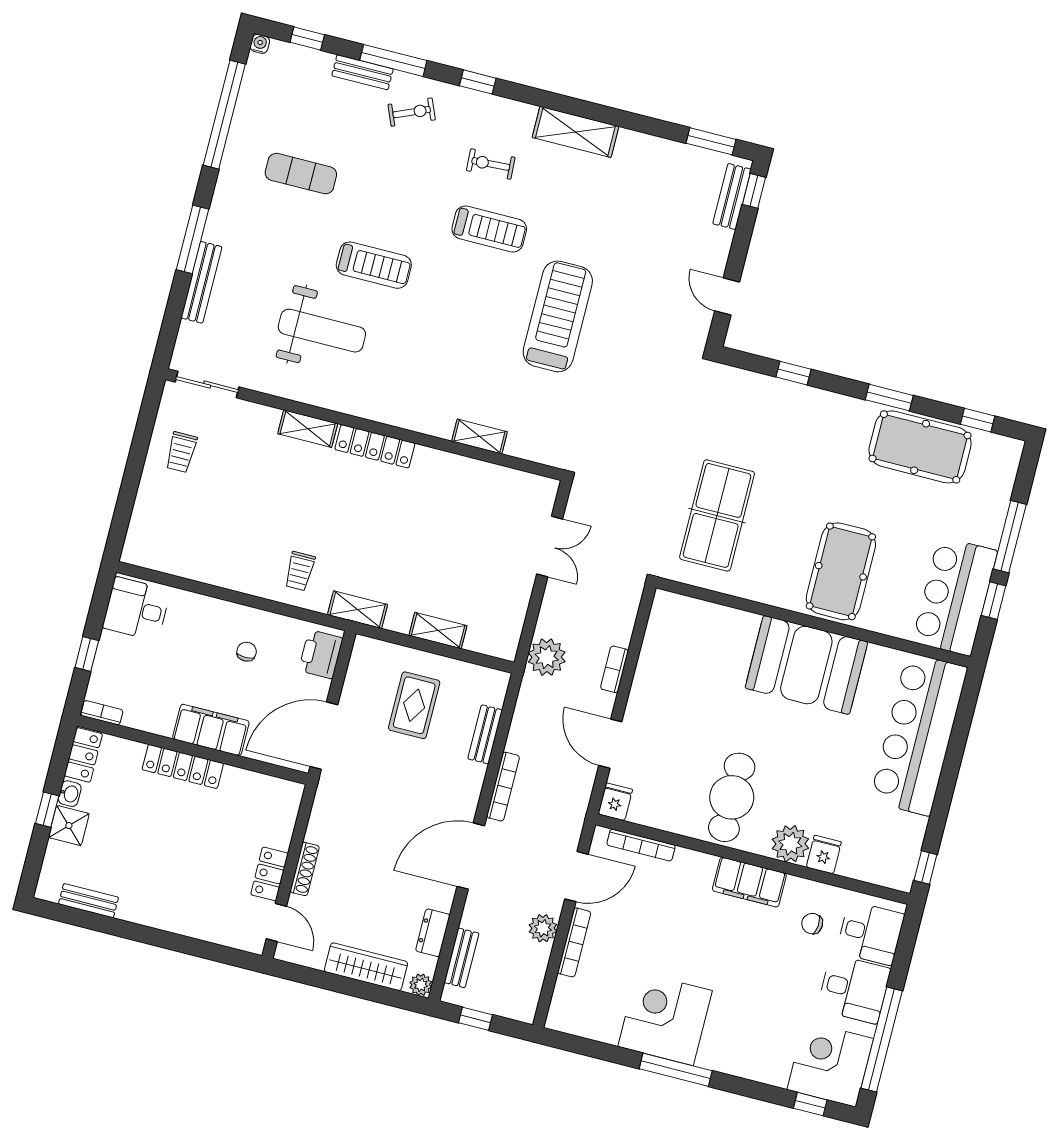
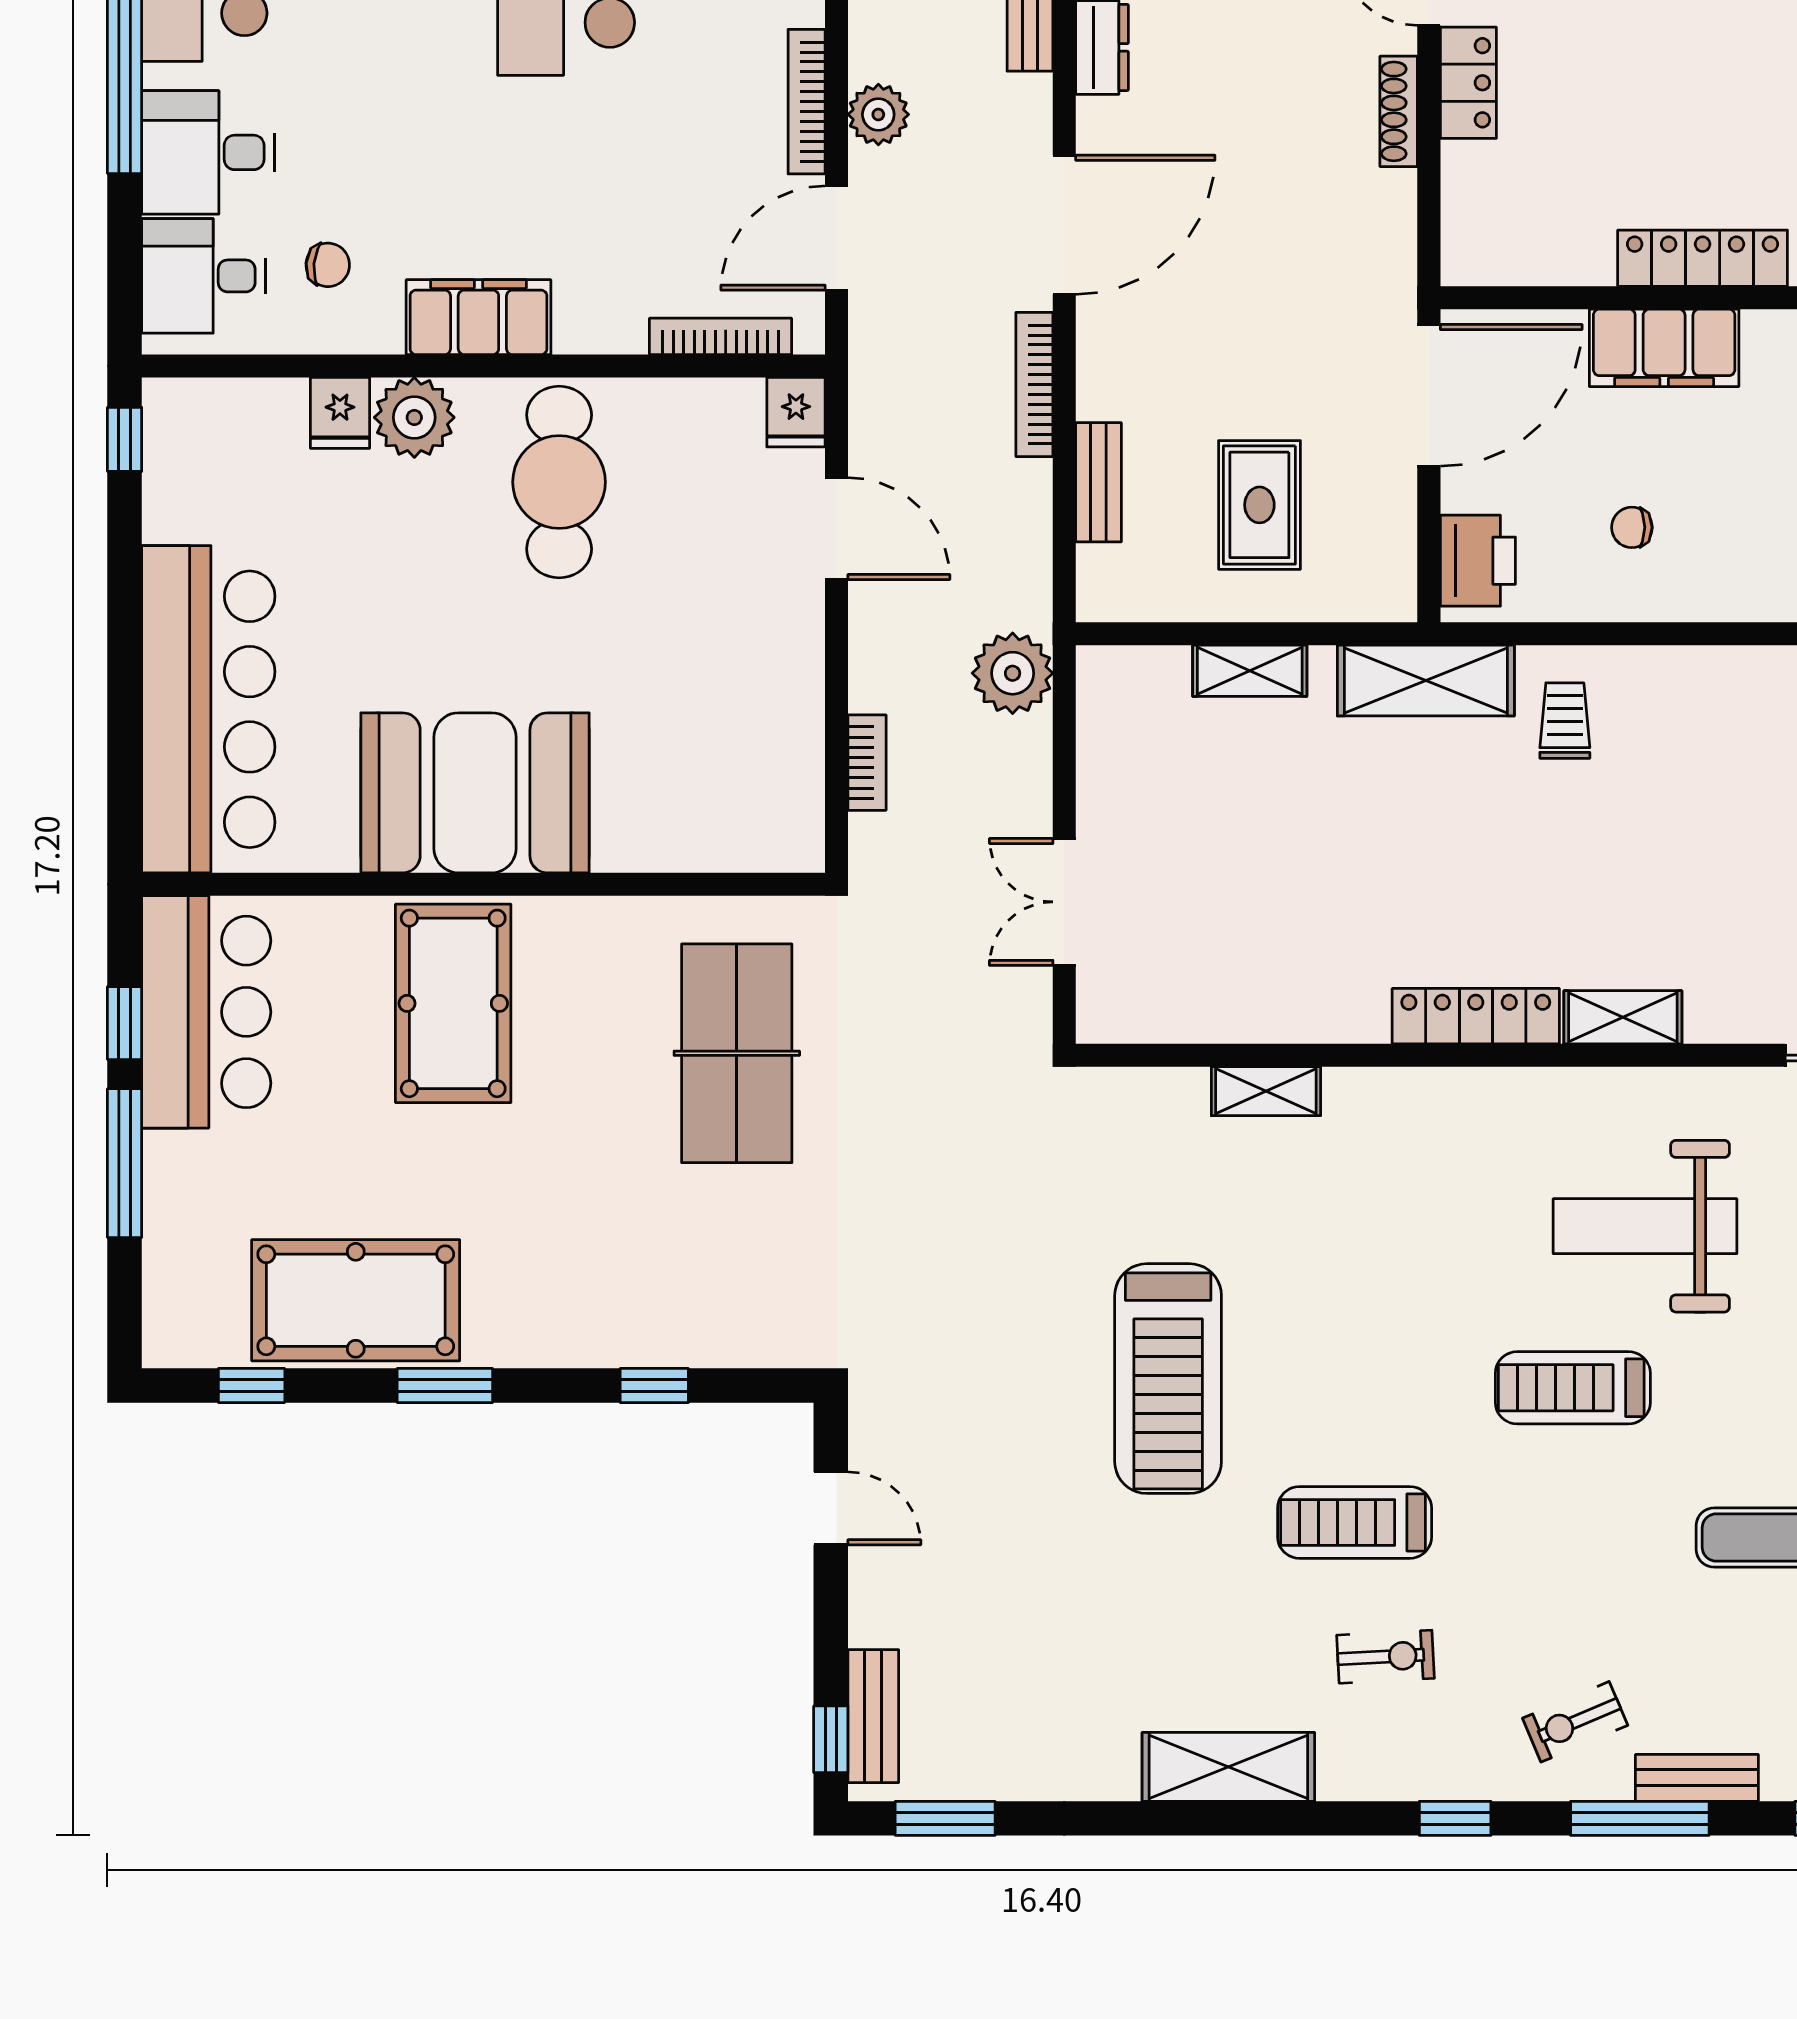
shelving: (358, 610) -> (1426, 681), width x1.50, depth x1.33
chair: (247, 652) -> (1632, 527), turned 90
bookcase: (614, 669) -> (867, 763), moved

